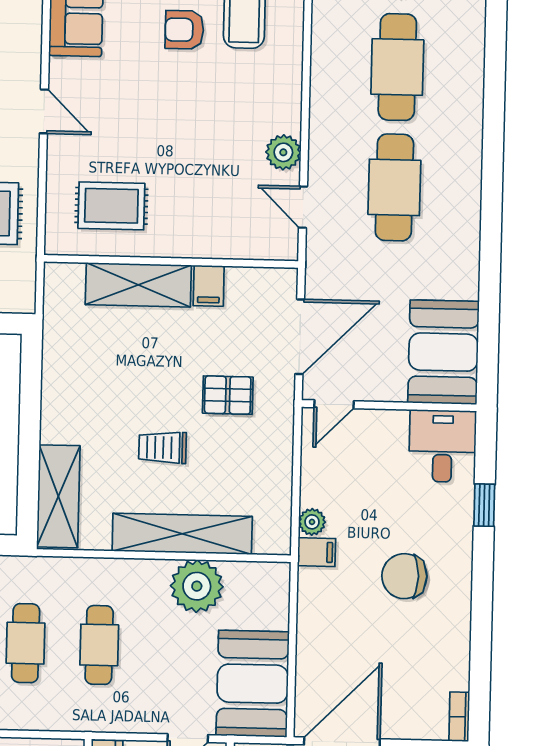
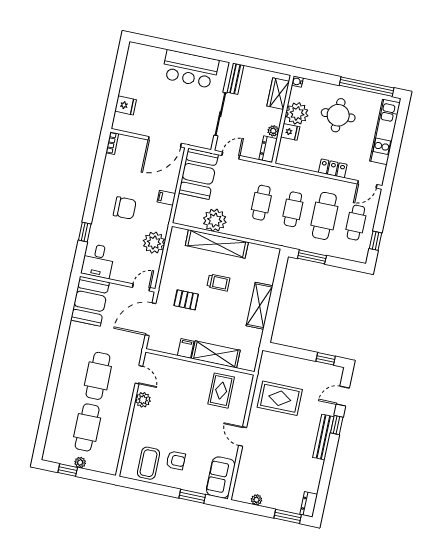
rug: (111, 206) -> (221, 391), turned 90
shelving: (58, 496) -> (260, 306), moved
plant: (312, 522) -> (154, 243), width x1.87, depth x1.87
filing cabinet: (317, 552) -> (166, 198), moved

